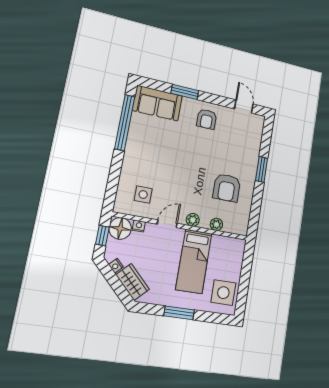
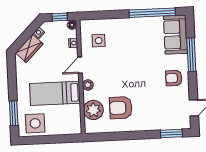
window: (185, 92) -> (191, 55), width x1.44
window: (262, 169) -> (171, 134), moved
door: (167, 224) -> (80, 65), swing flipped
plant: (216, 224) -> (93, 110), width x1.88, depth x1.88
floor lamp: (120, 228) -> (72, 25), width x0.53, depth x0.53
window: (179, 313) -> (14, 113), moved

